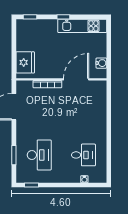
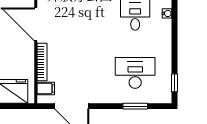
filing cabinet: (27, 87) -> (46, 88), added

